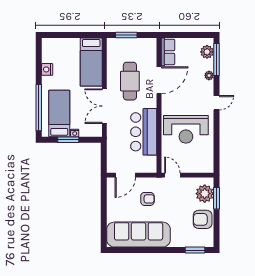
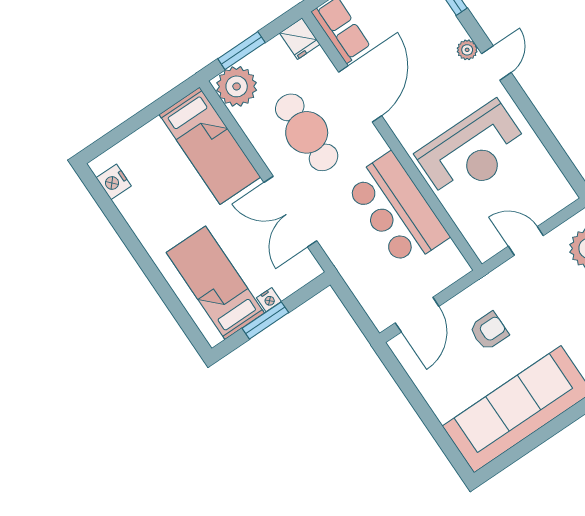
fridge: (151, 45) -> (300, 39), added
plant: (116, 47) -> (237, 86), added
nightstand: (47, 69) -> (114, 182), moved
plant: (209, 75) -> (467, 50), moved
window: (39, 108) -> (169, 298), removed
door: (172, 175) -> (526, 241), moved

